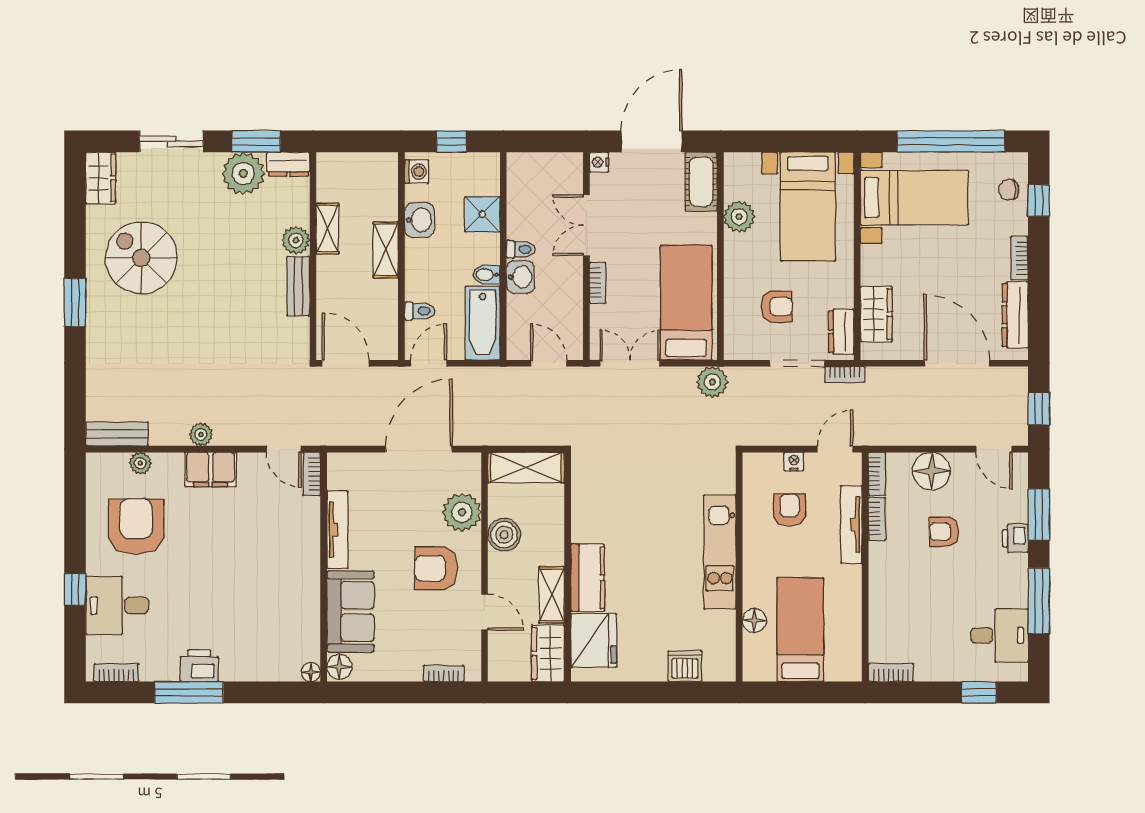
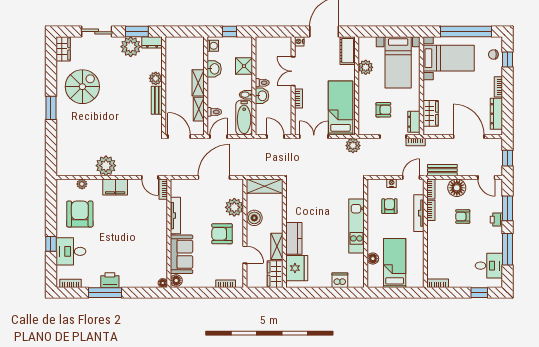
shelving: (328, 229) -> (199, 109), moved
spiral stairs: (141, 258) -> (82, 87), turned 90
bench: (117, 434) -> (442, 170), moved
plant: (201, 434) -> (106, 166), width x1.87, depth x1.87

